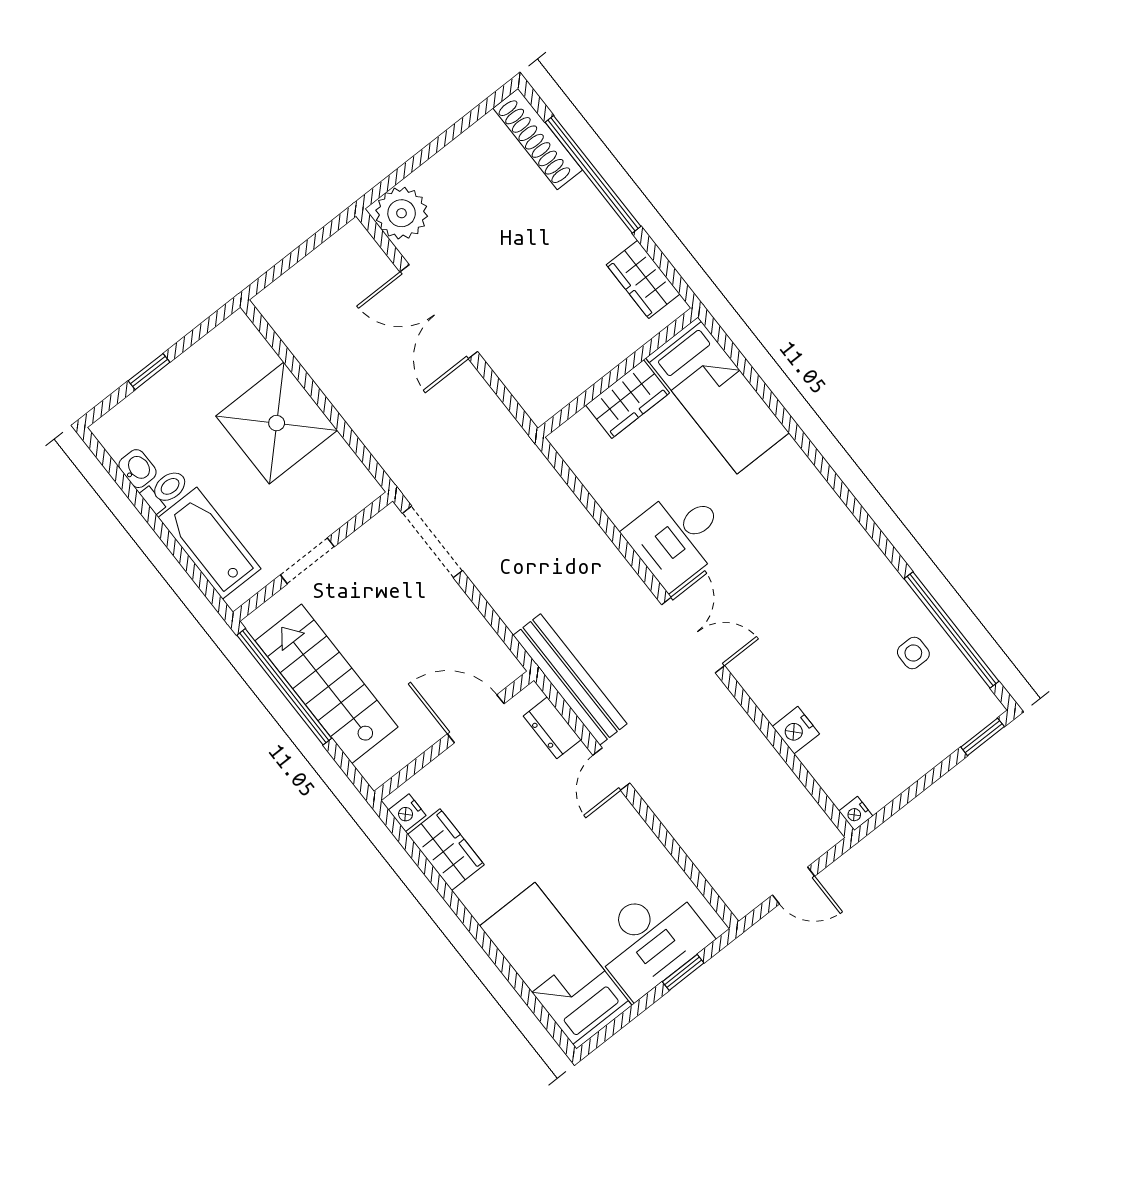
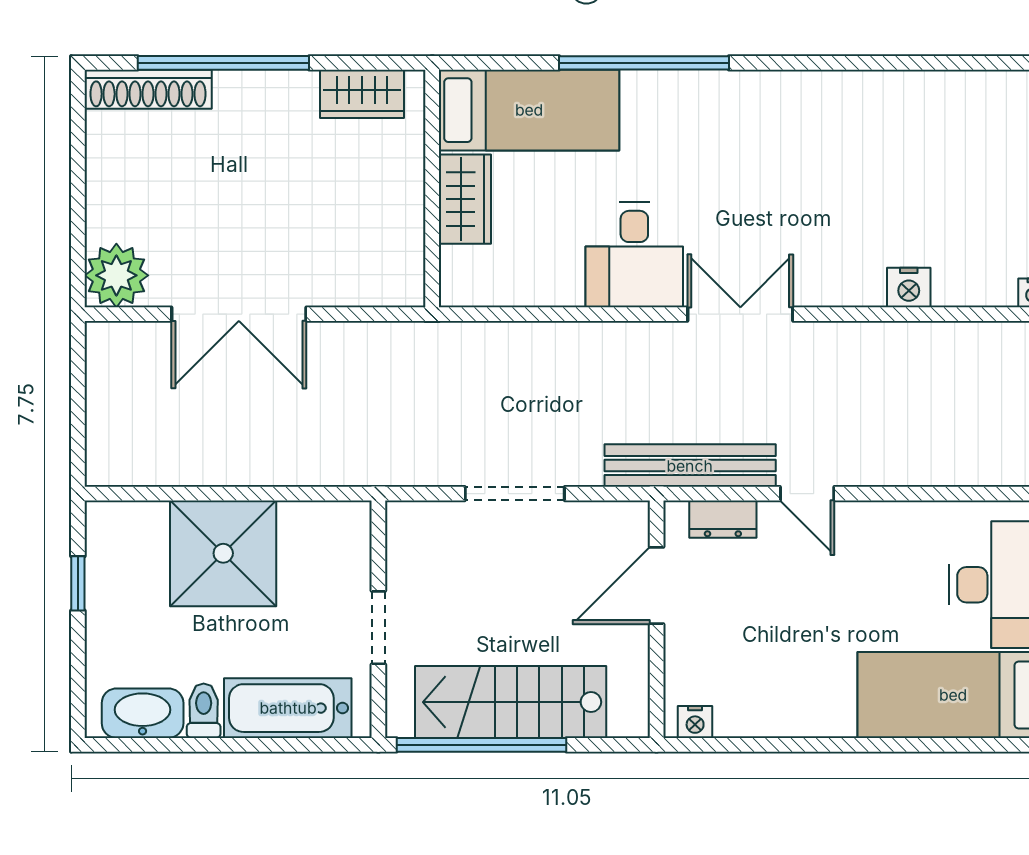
window: (149, 372) -> (78, 583), moved
washbasin: (137, 469) -> (143, 713), width x1.91, depth x1.45
doorway: (432, 542) -> (515, 494), moved
window: (951, 630) -> (644, 63), moved
side table: (913, 653) -> (923, 117), removed
wardrobe: (446, 850) -> (759, 713), removed

